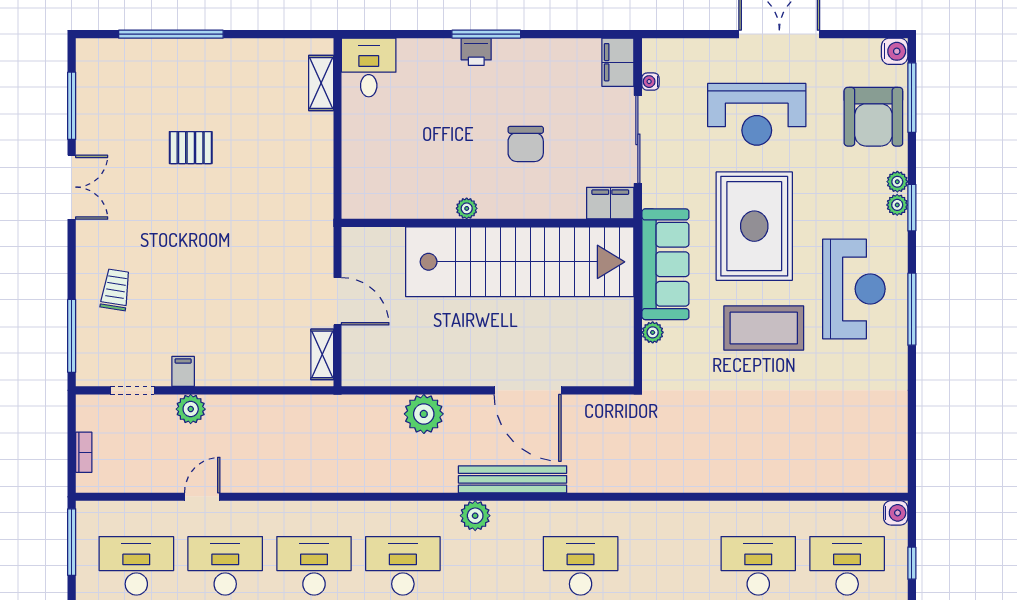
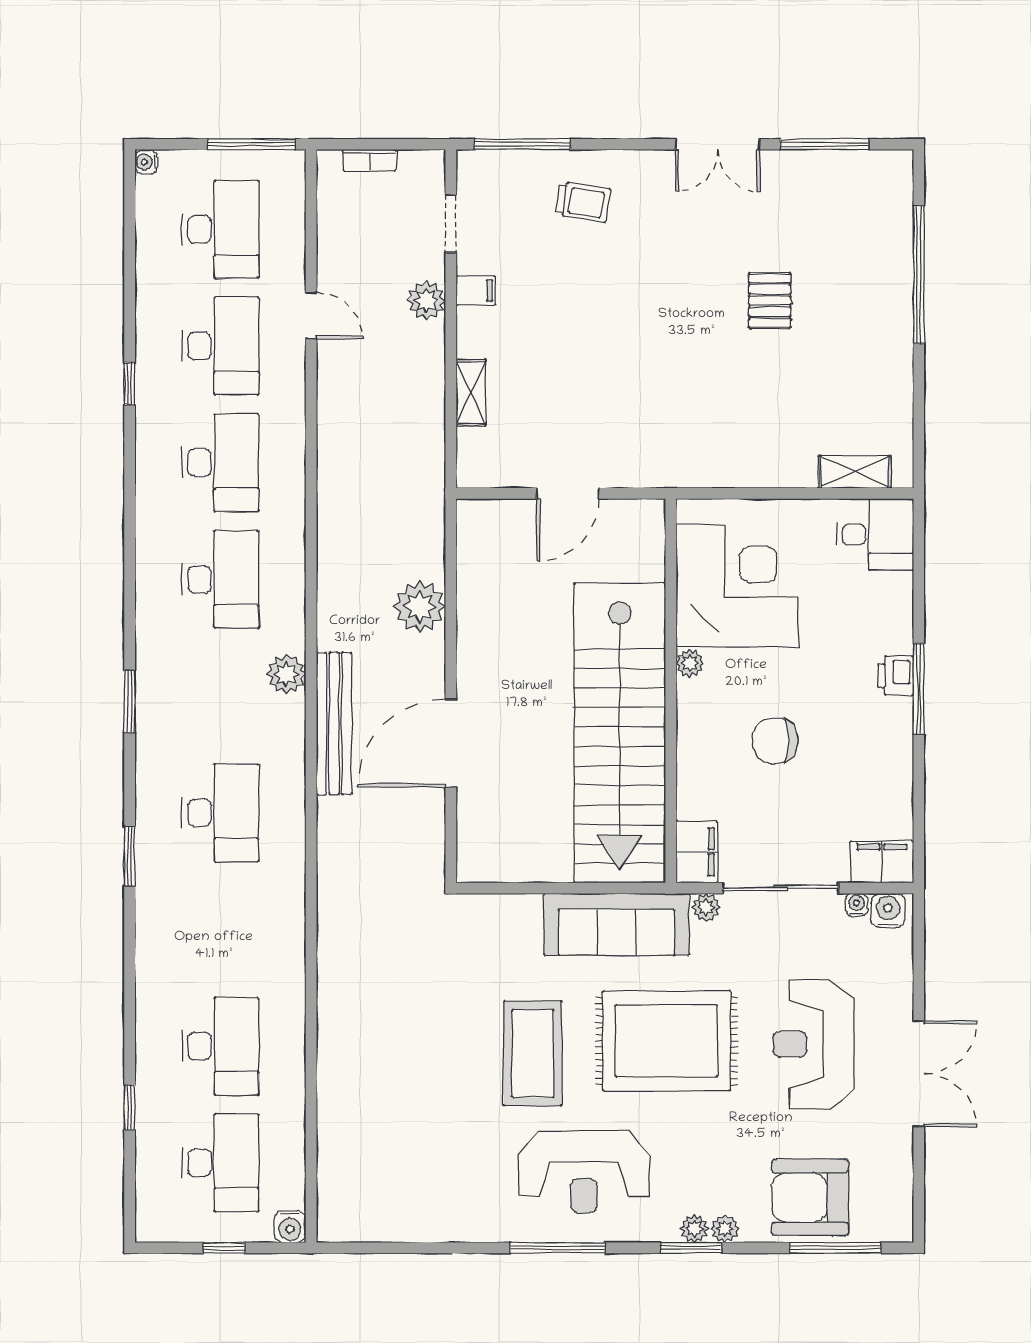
water cooler: (895, 51) -> (888, 911), moved, turned 180
corner desk: (407, 172) -> (737, 585), added
plant: (653, 332) -> (706, 907), moved
shelving: (322, 354) -> (471, 392), moved, turned 90

